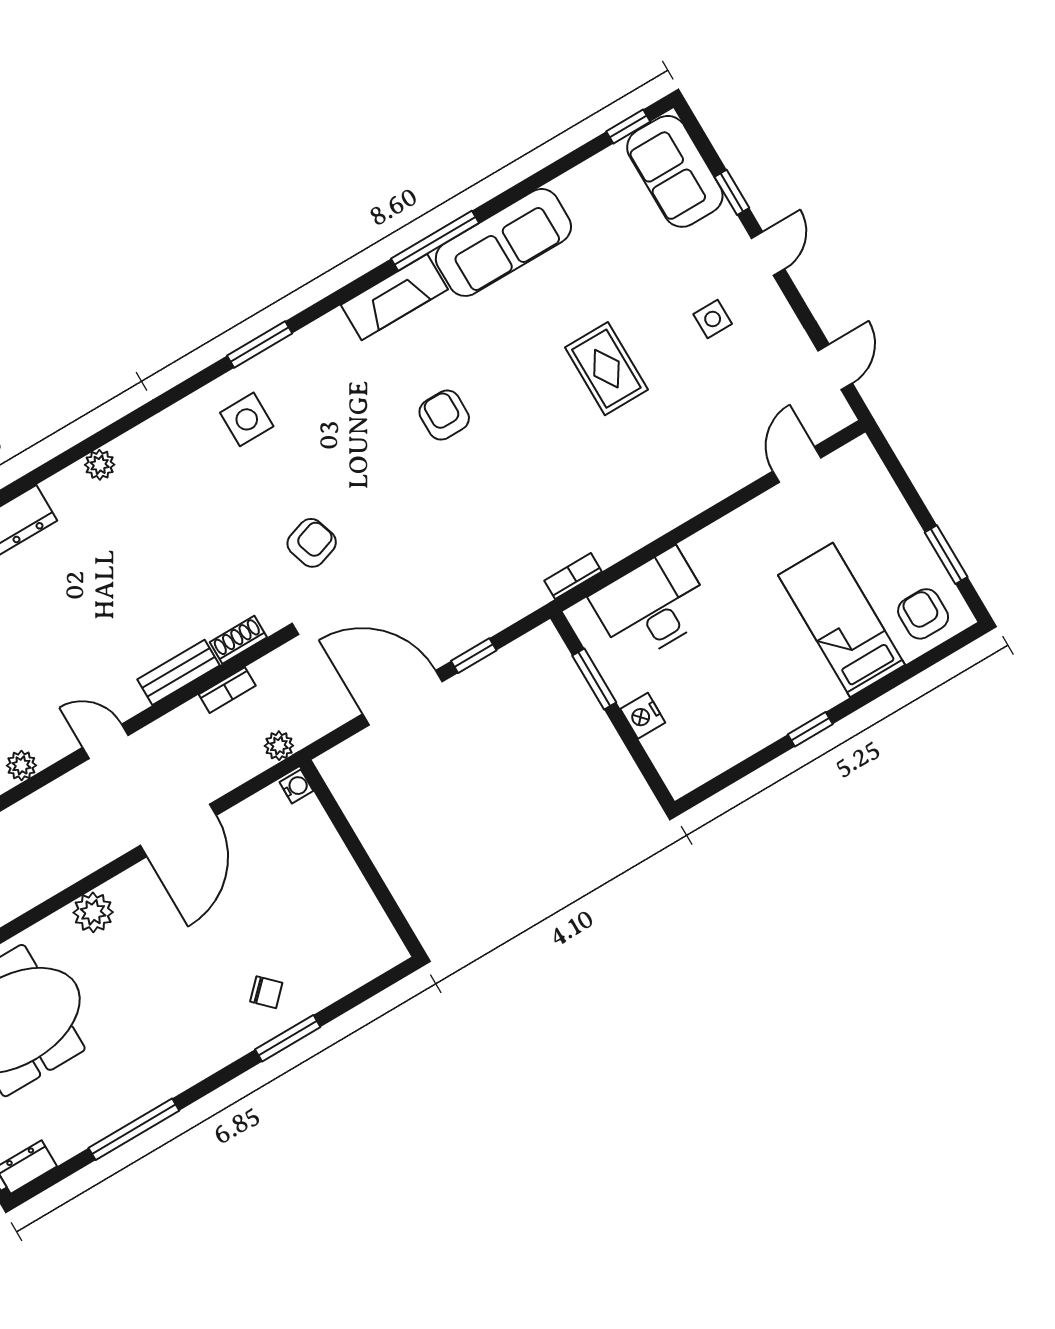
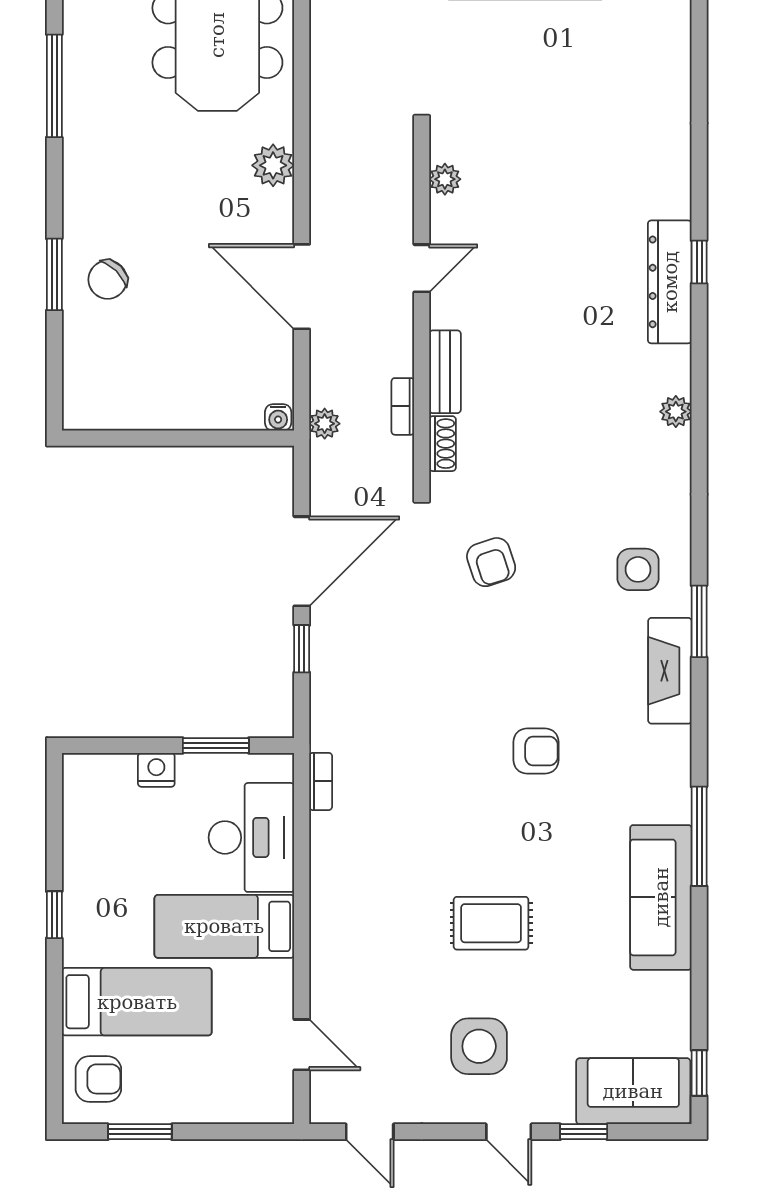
fireplace: (394, 297) -> (670, 671), moved
side table: (713, 319) -> (479, 1046), width x1.87, depth x1.87
bed: (738, 585) -> (224, 926), added
chair: (266, 992) -> (108, 280), width x1.37, depth x1.37

